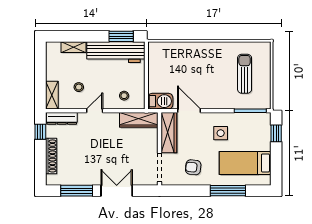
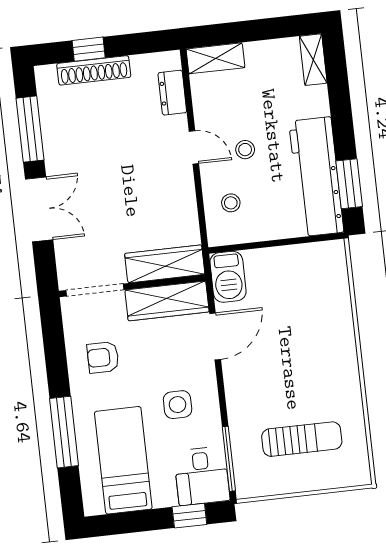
shelving: (73, 47) -> (313, 60), moved
stool: (79, 87) -> (245, 150), moved
dresser: (62, 118) -> (172, 93), width x0.70
wardrobe: (139, 120) -> (165, 264), moved, turned 90
desk: (257, 125) -> (202, 476), added
window: (40, 132) -> (89, 49), moved
armchair: (193, 167) -> (103, 357), turned -96

